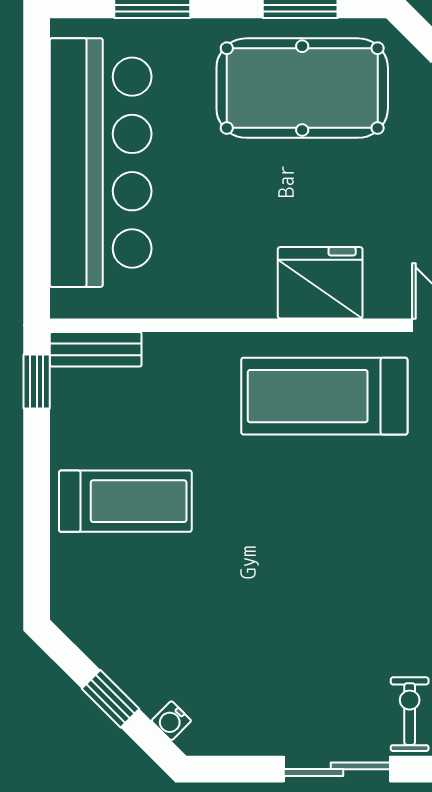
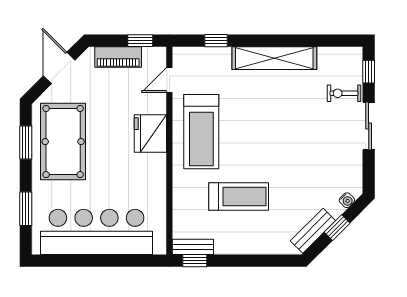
bench: (96, 349) -> (193, 247), moved, turned 90
treadmill: (125, 501) -> (239, 197), moved, turned 90
bench: (103, 645) -> (313, 231), added

